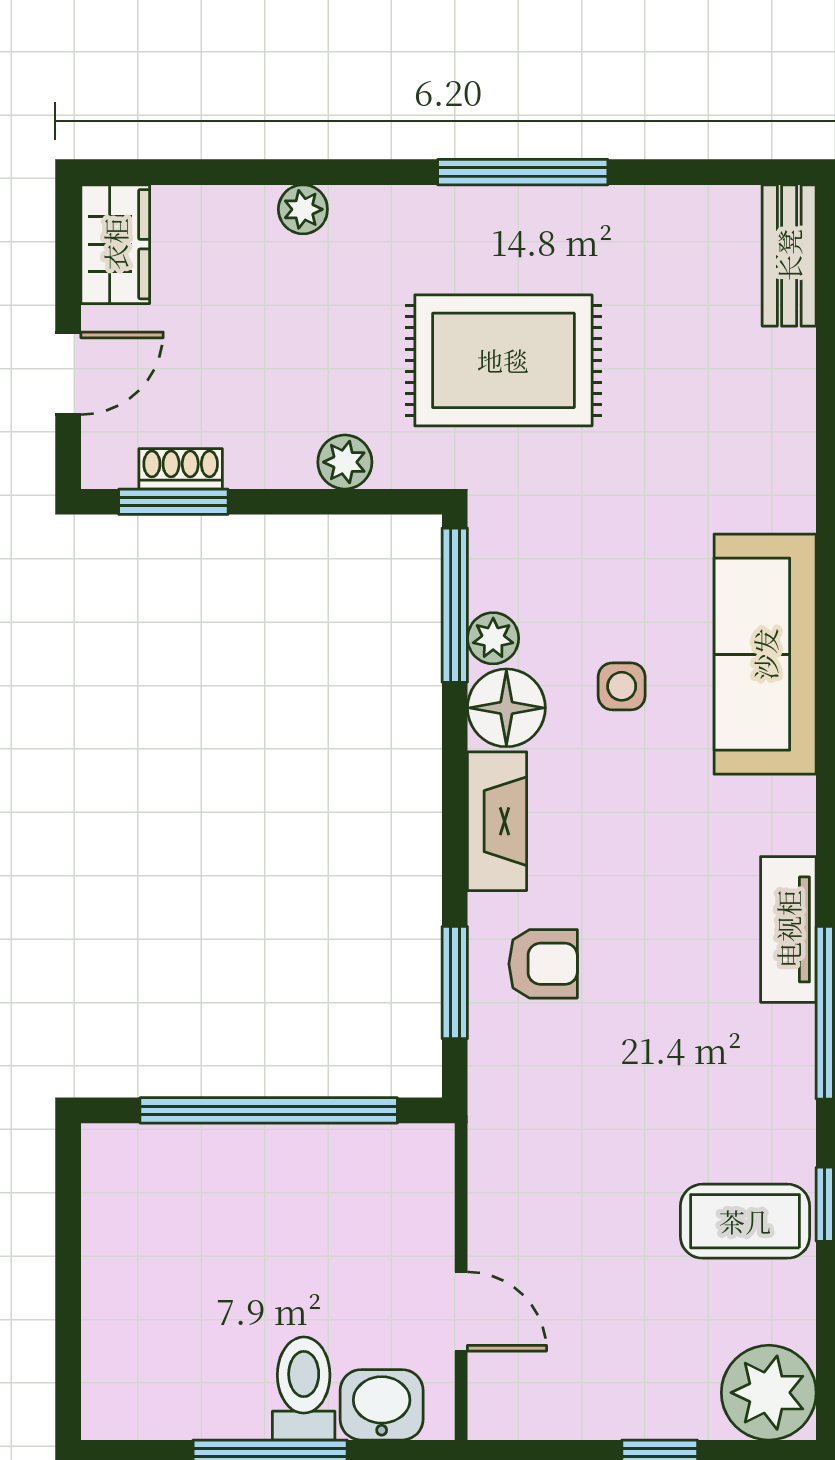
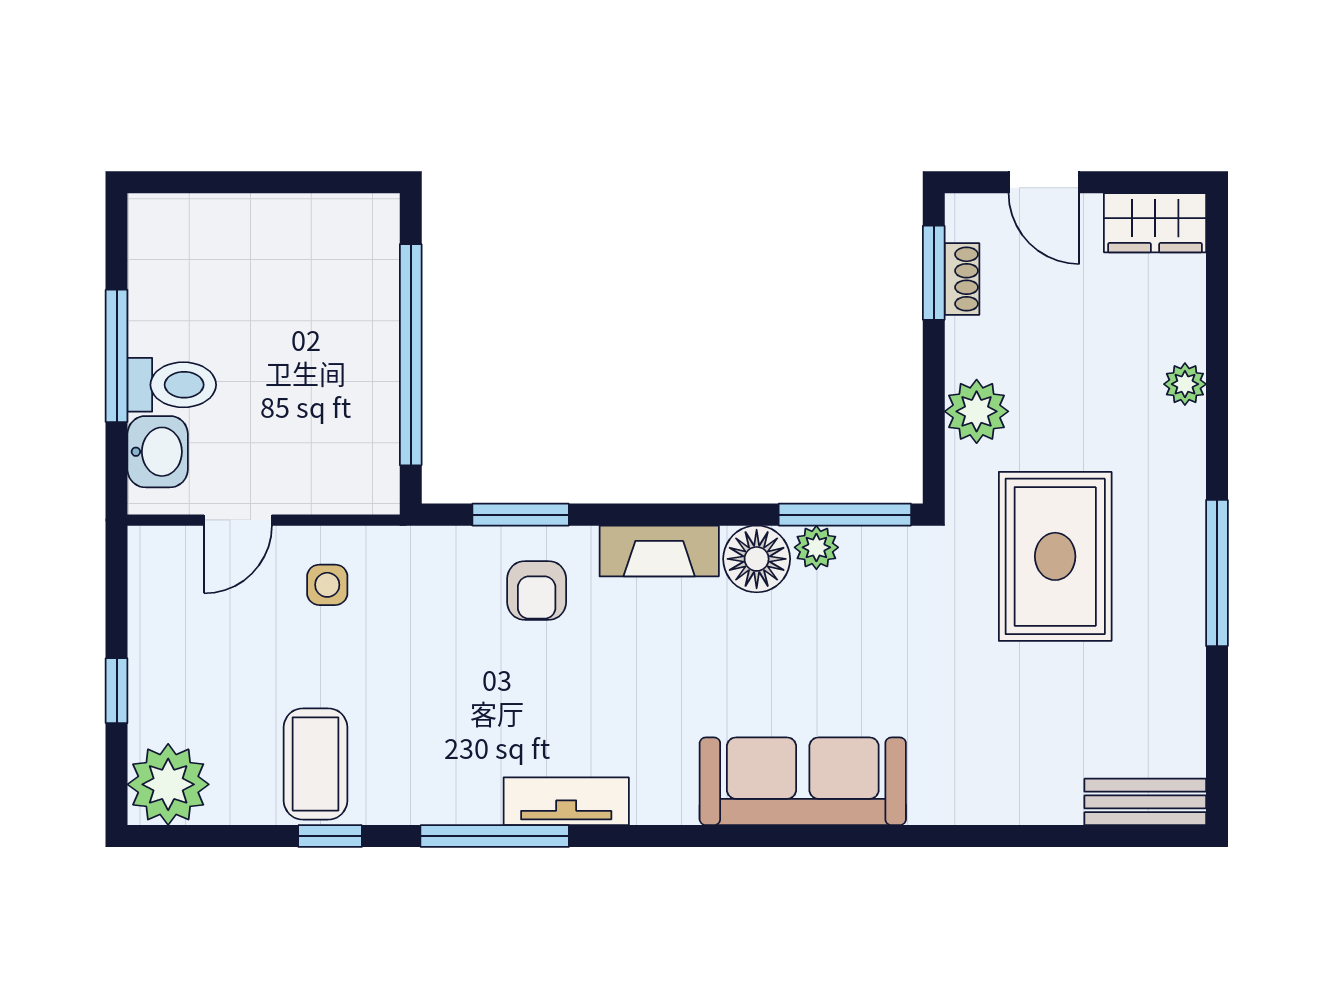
plant: (345, 462) -> (977, 411), width x1.38, depth x1.38
side table: (622, 686) -> (327, 585), moved

